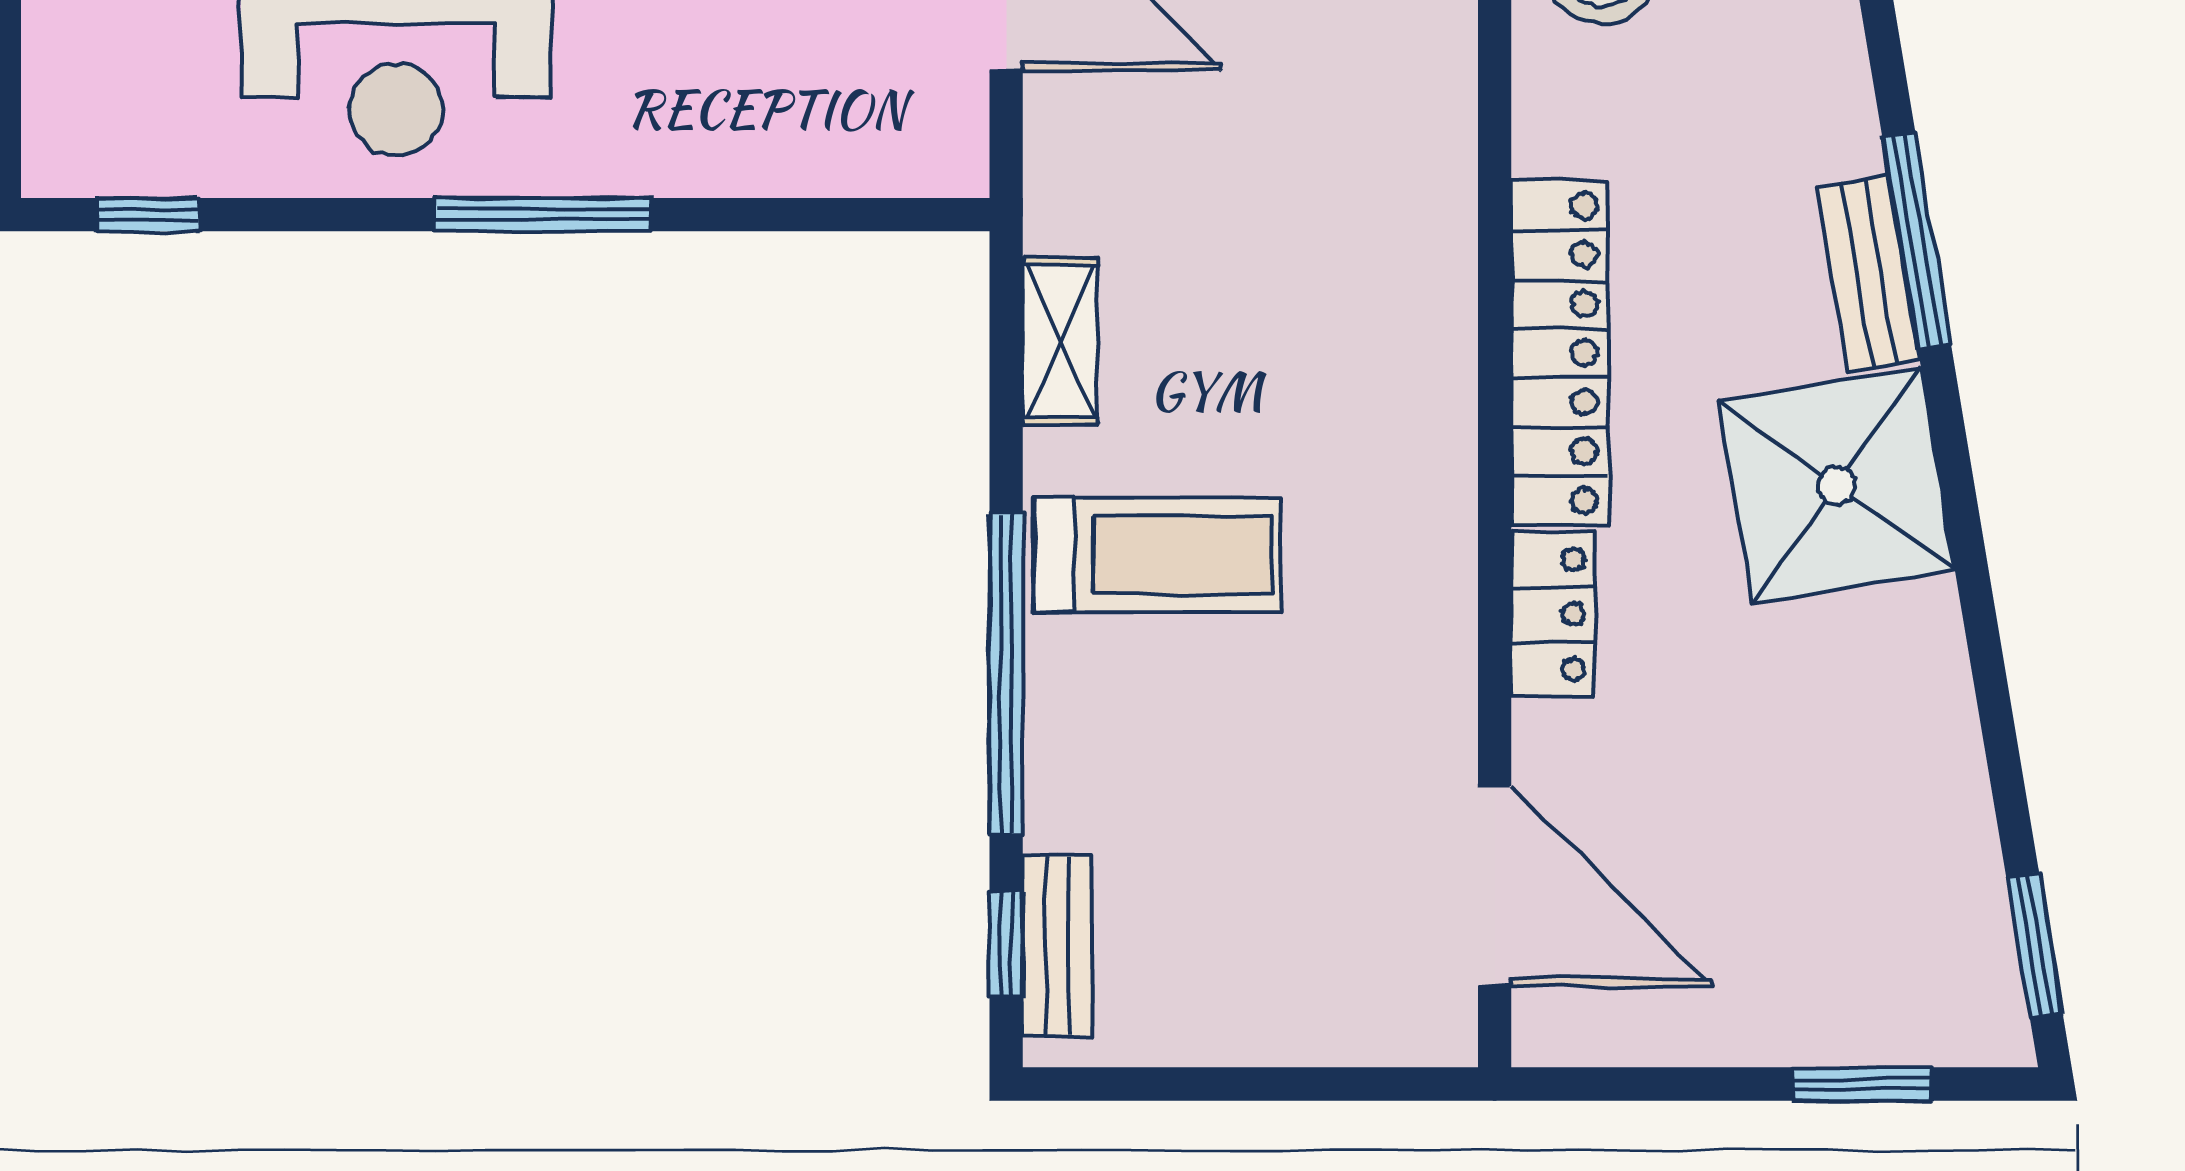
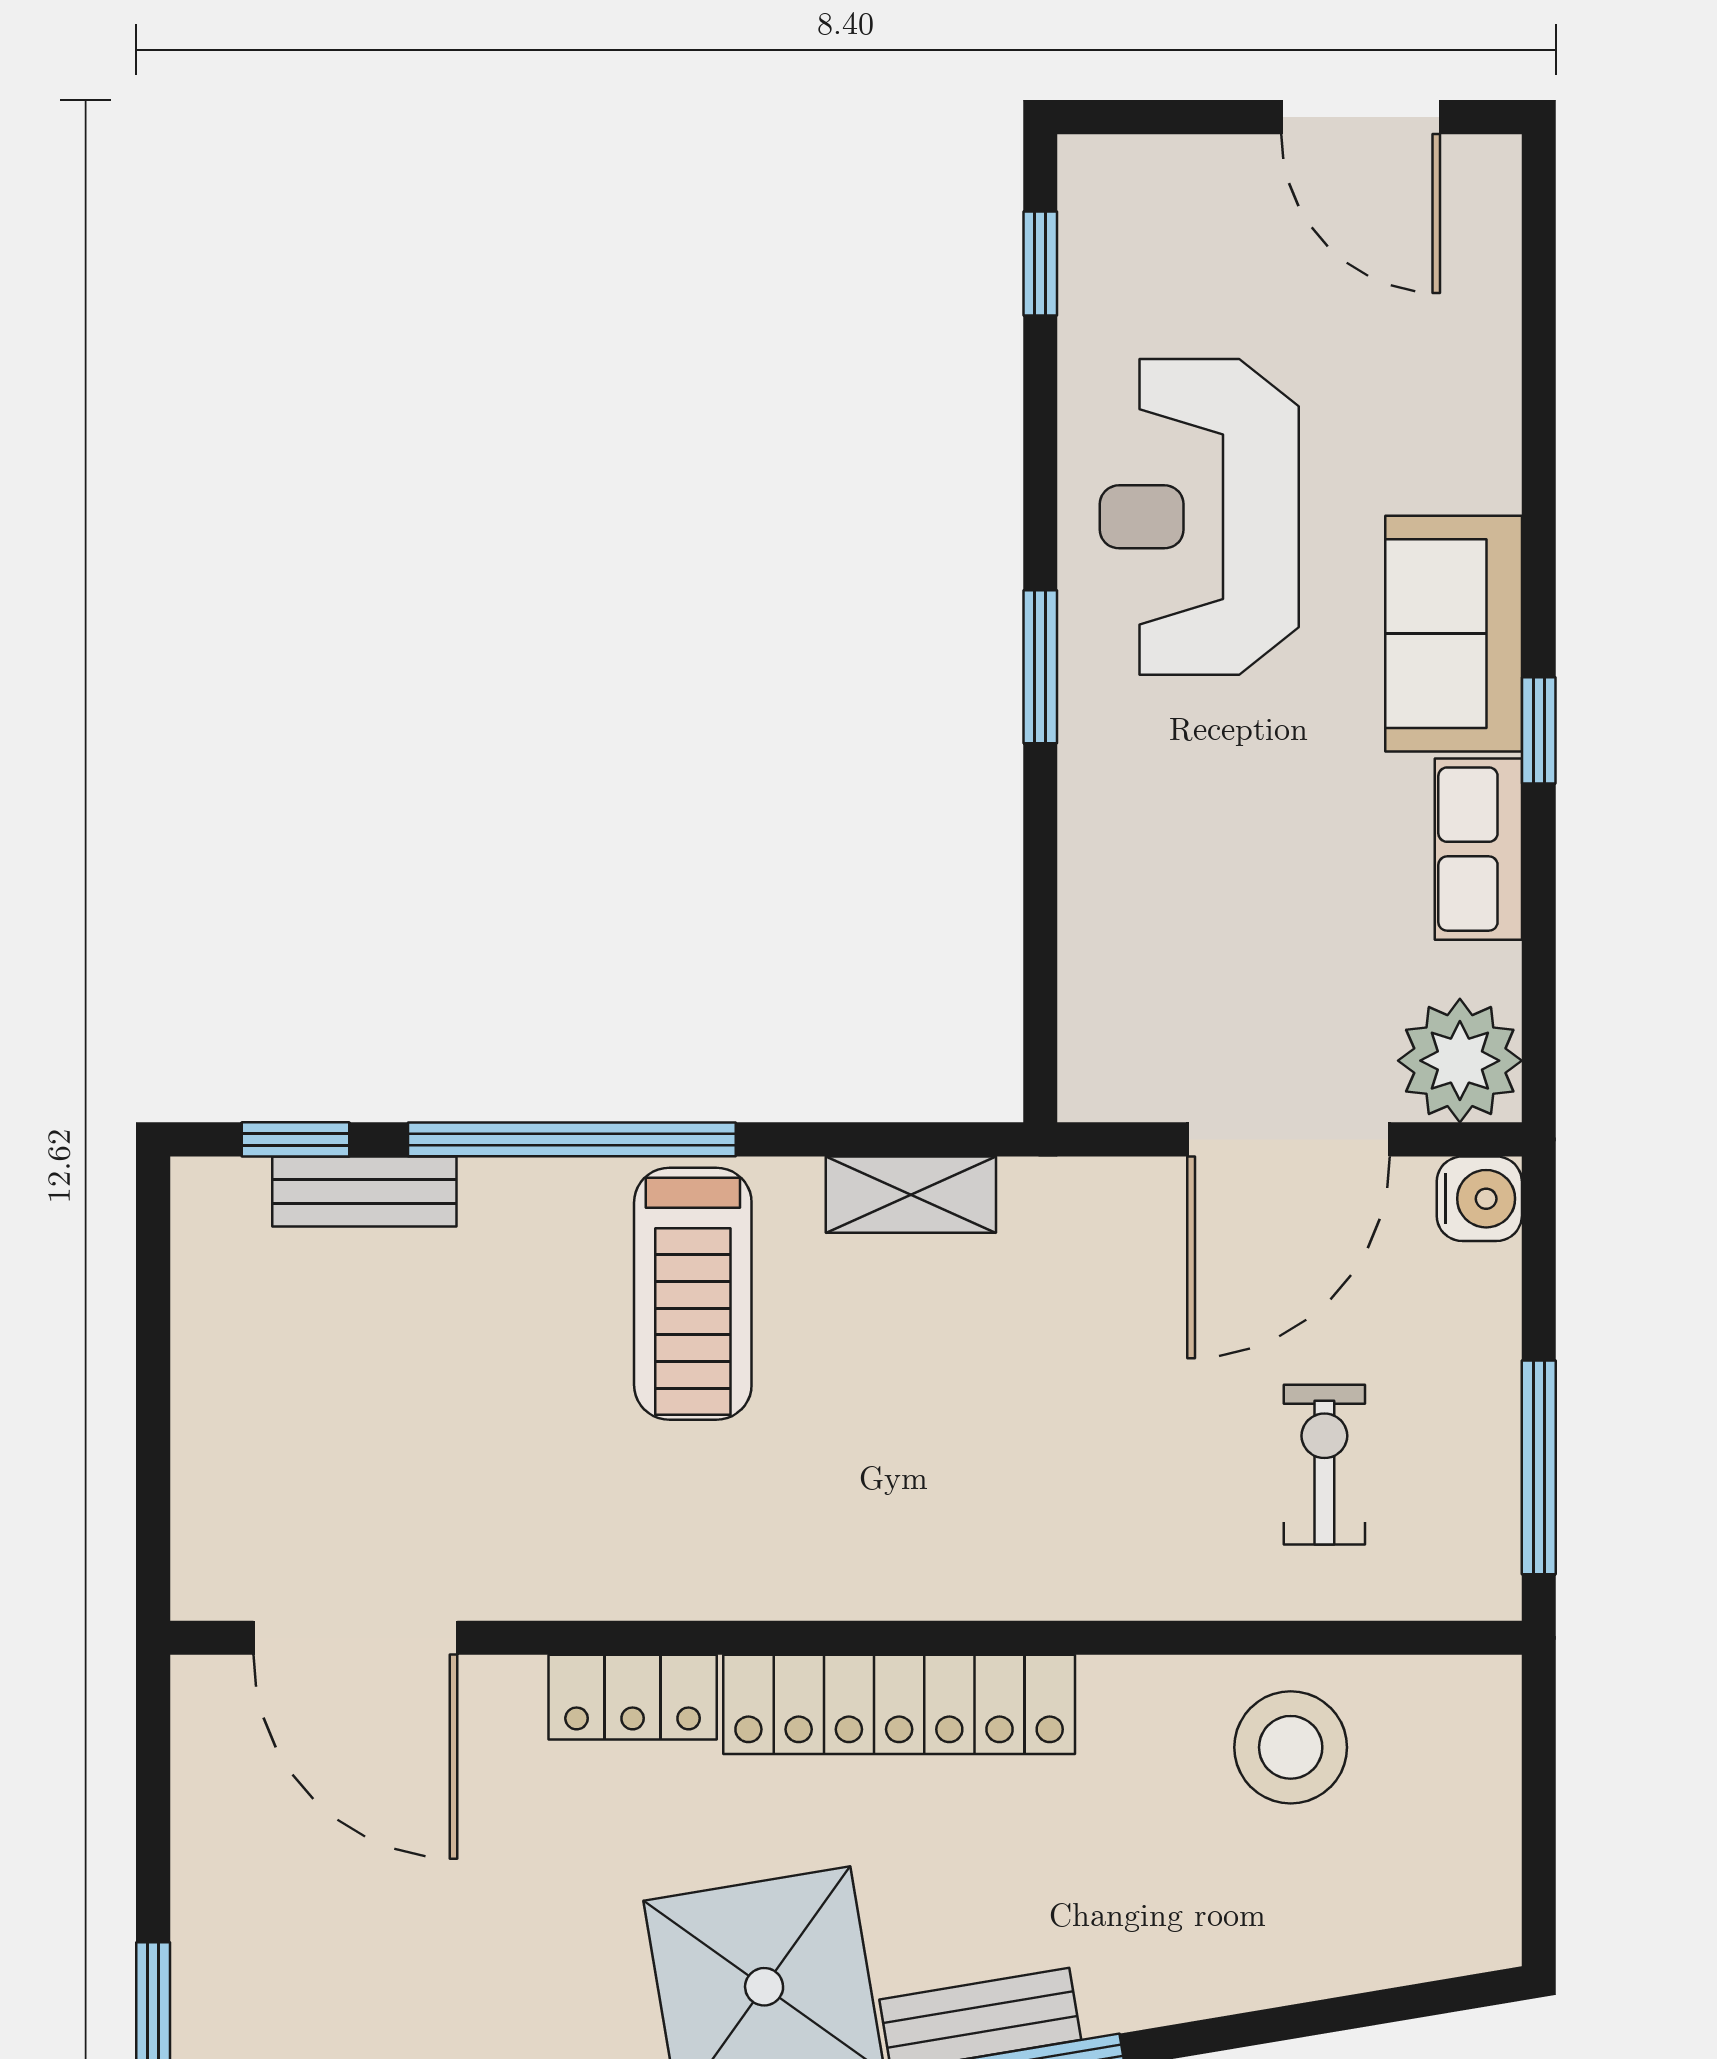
window: (543, 215) -> (1040, 667), width x0.69
door: (1495, 886) -> (355, 1638), hinge flipped
bench: (1057, 945) -> (364, 1191), moved

